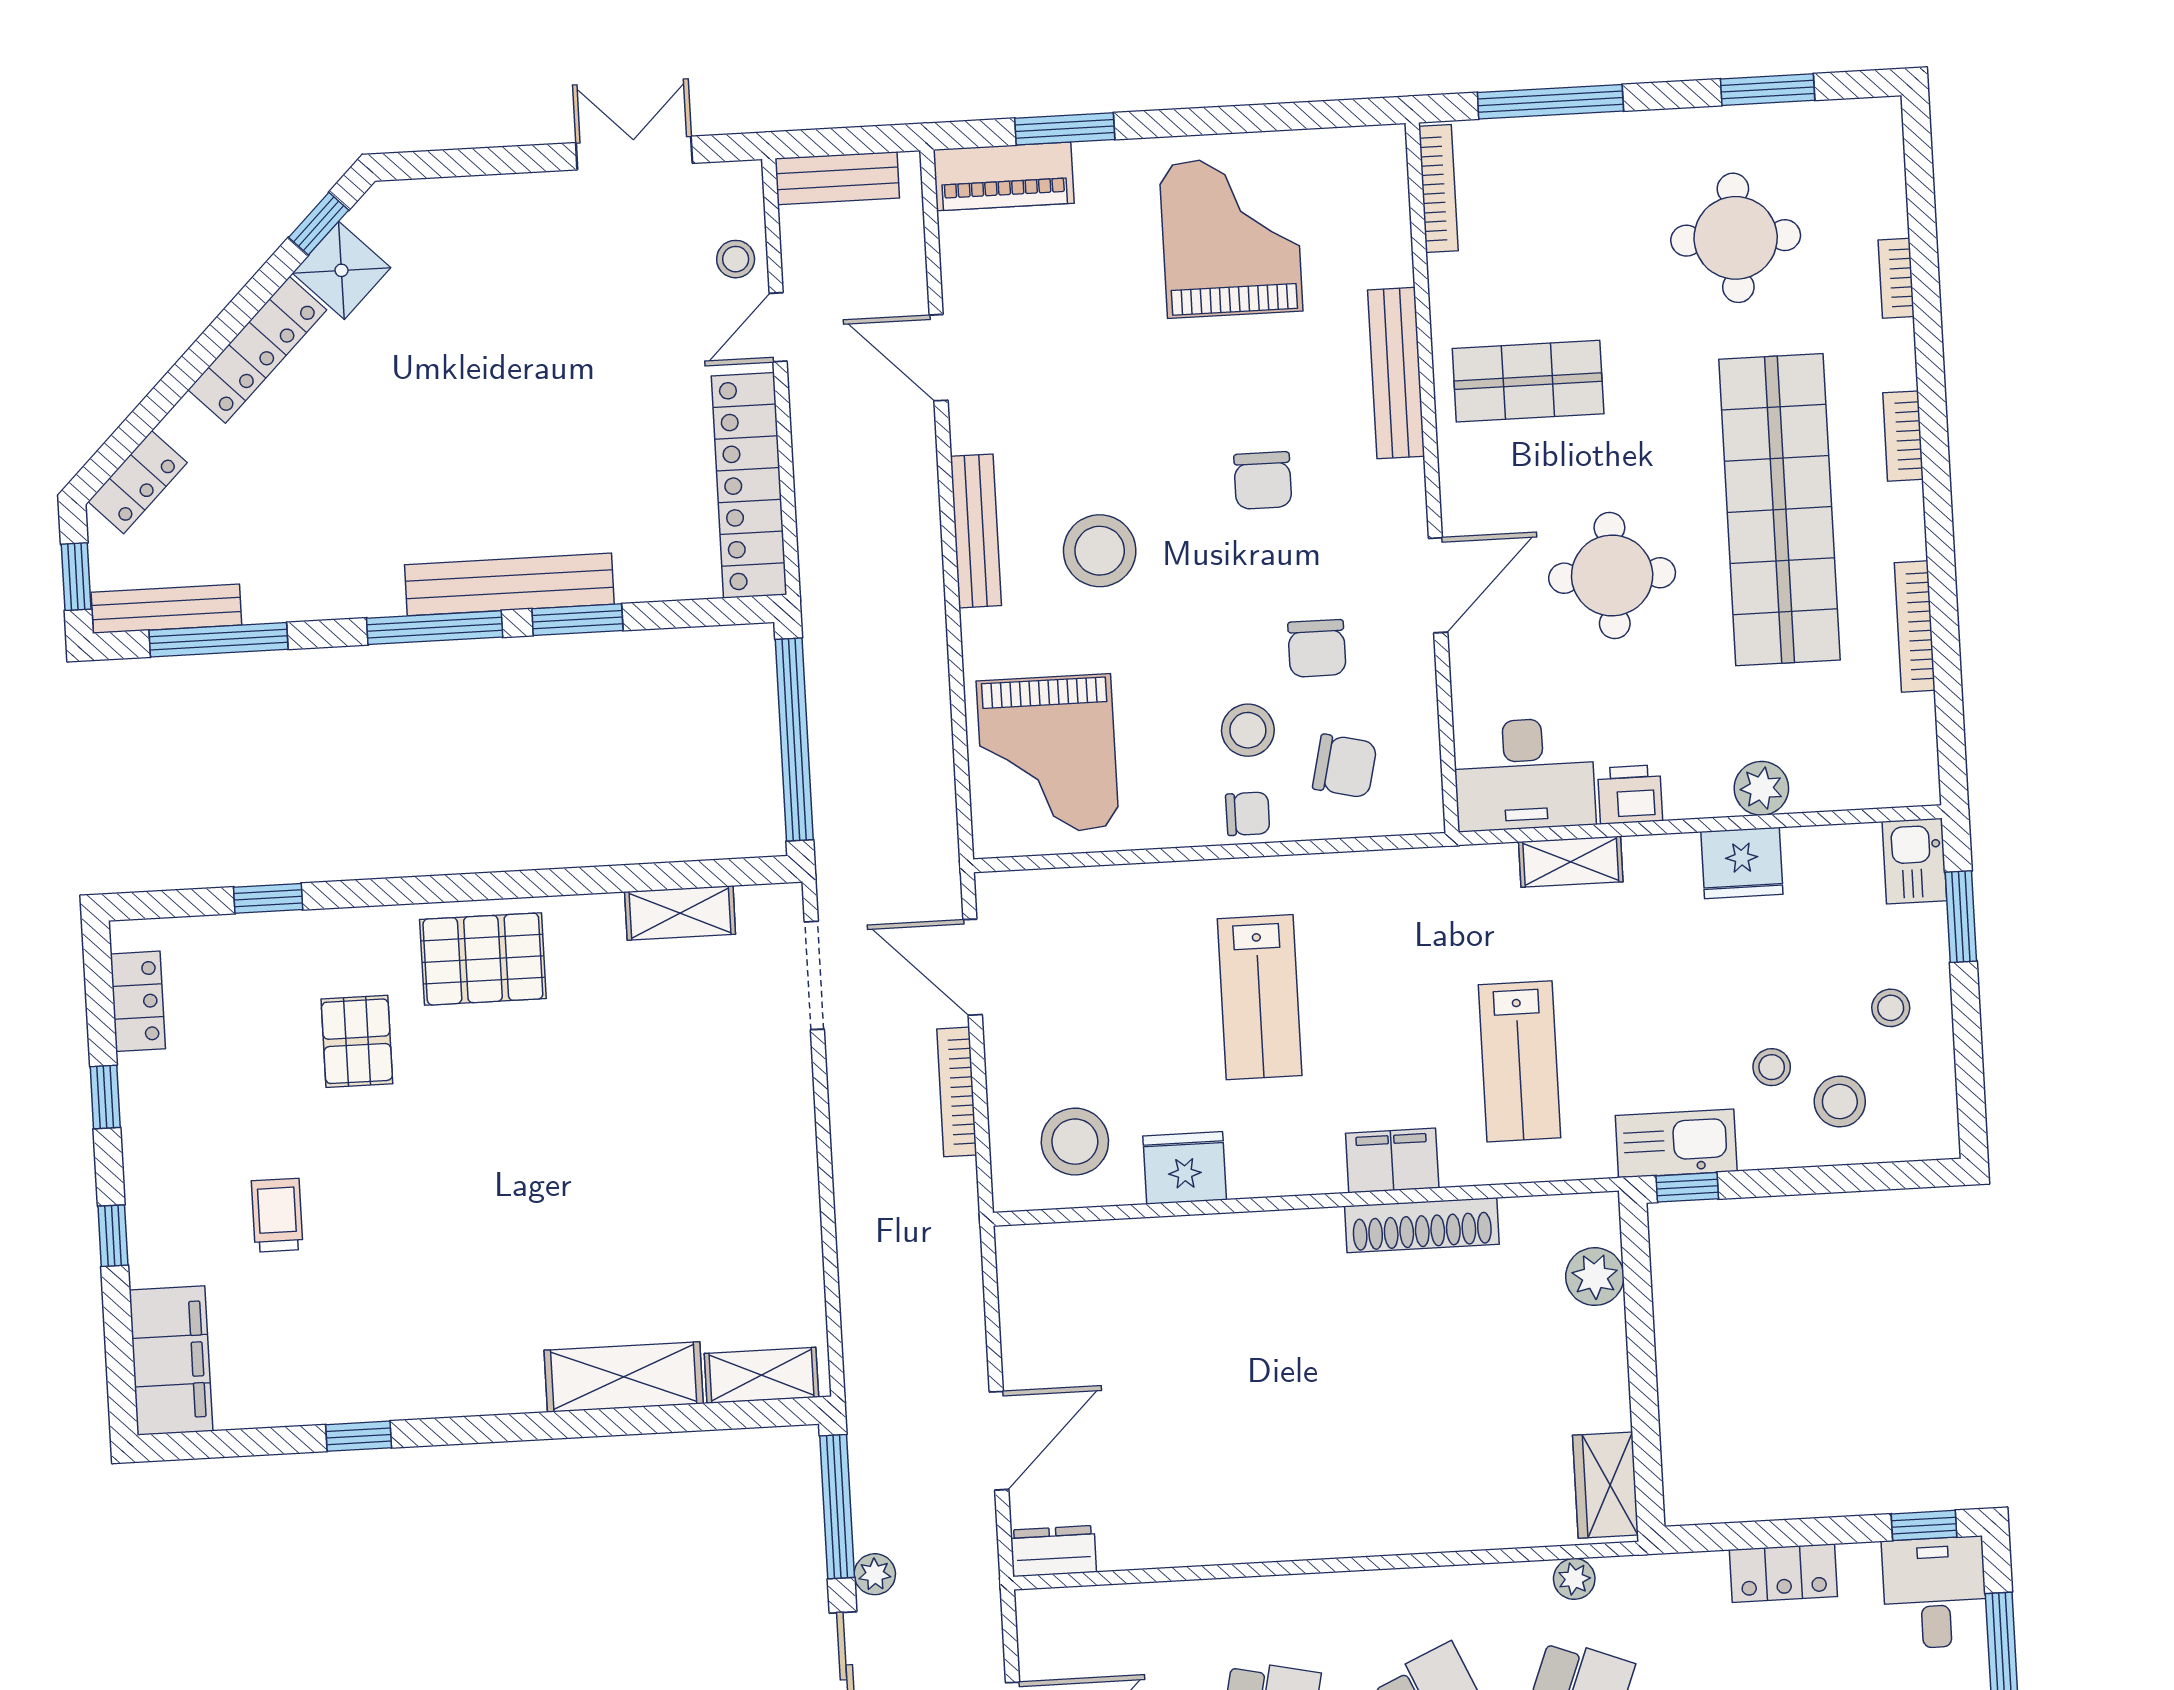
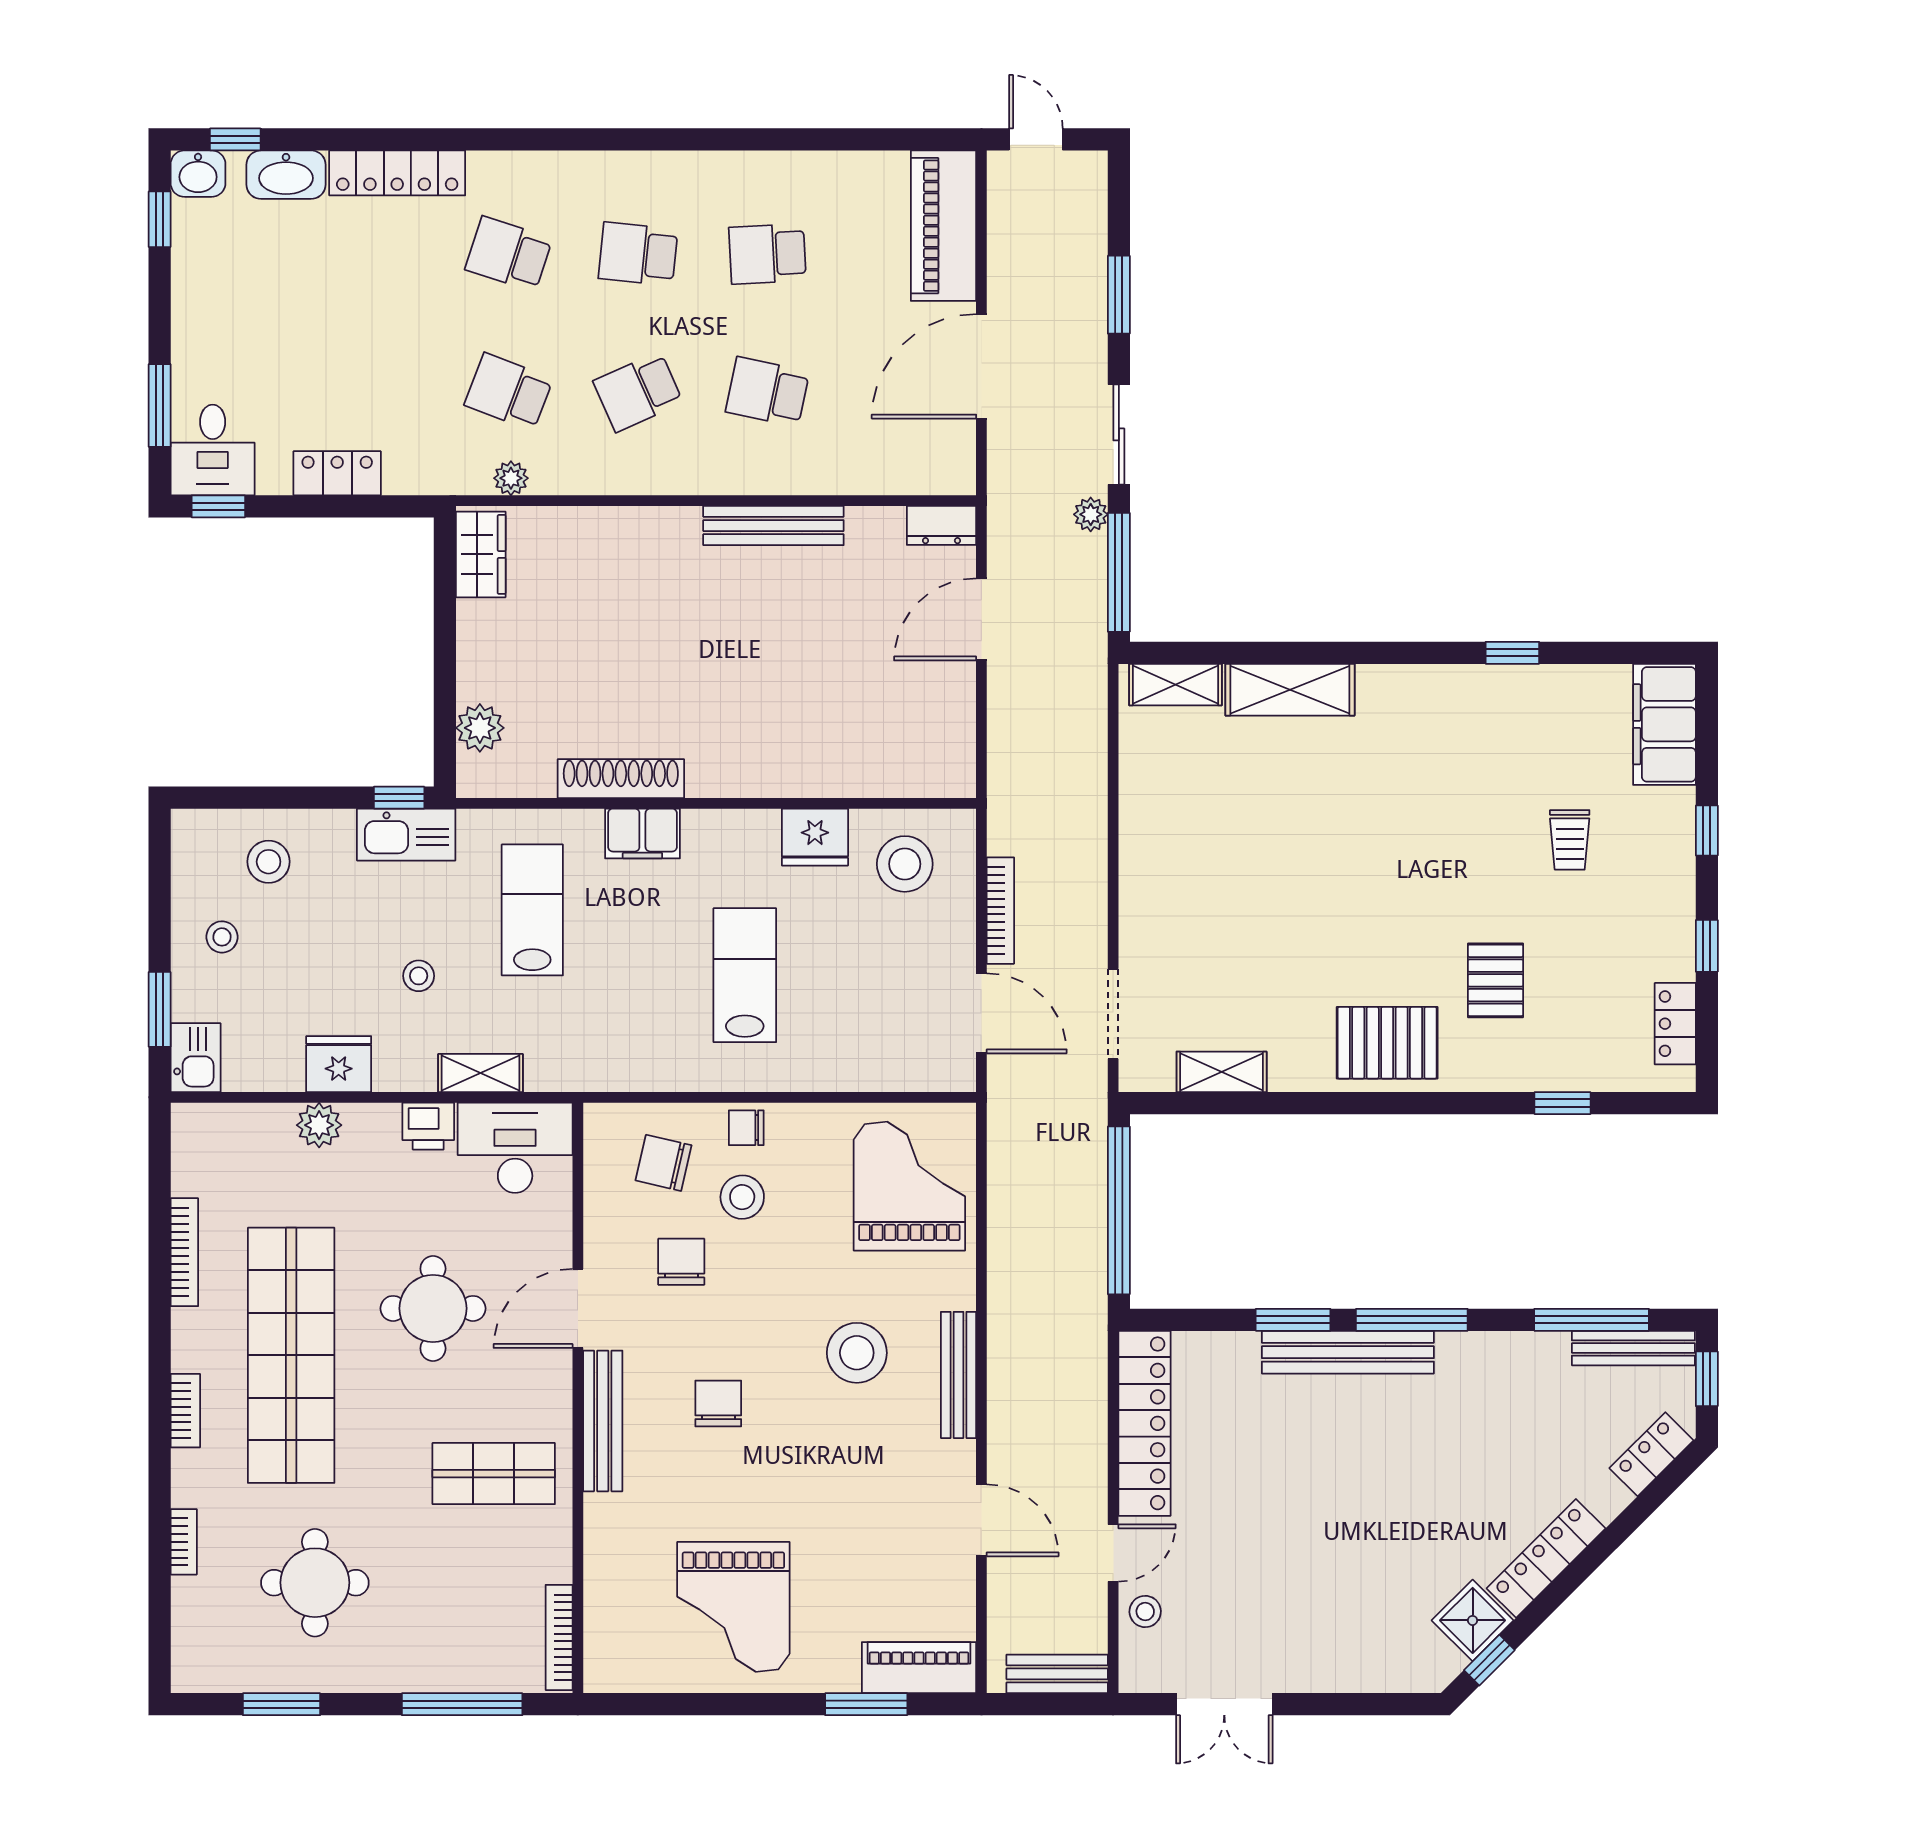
bench: (1396, 373) -> (603, 1421), moved
stool: (1772, 1067) -> (419, 976), moved
bench: (1255, 1540) -> (773, 526), added

